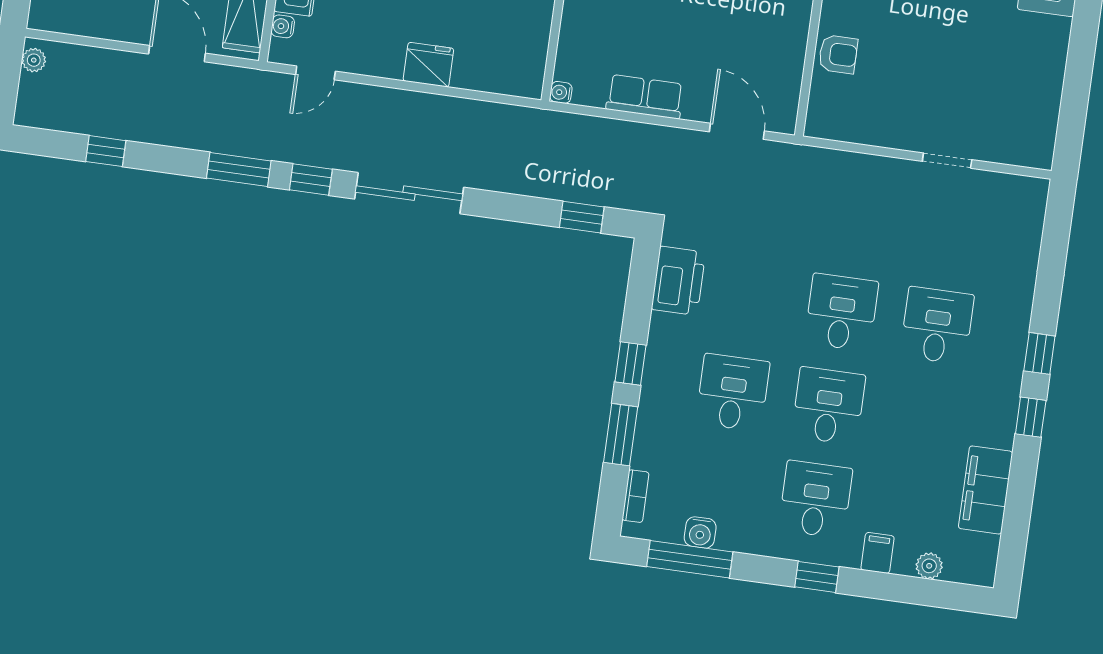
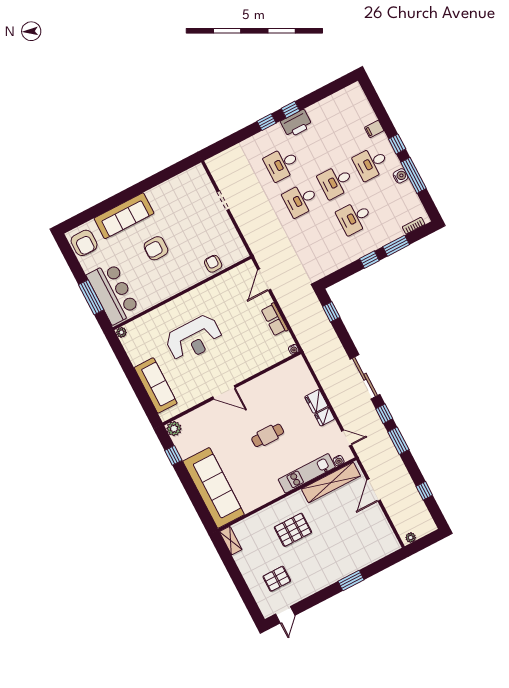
fridge: (387, 60) -> (325, 417), added
printer: (678, 281) -> (296, 124), moved, turned 180
filing cabinet: (986, 490) -> (326, 107), removed
water cooler: (700, 532) -> (400, 176), moved
window: (690, 559) -> (413, 175), moved
plant: (929, 566) -> (366, 108), removed

